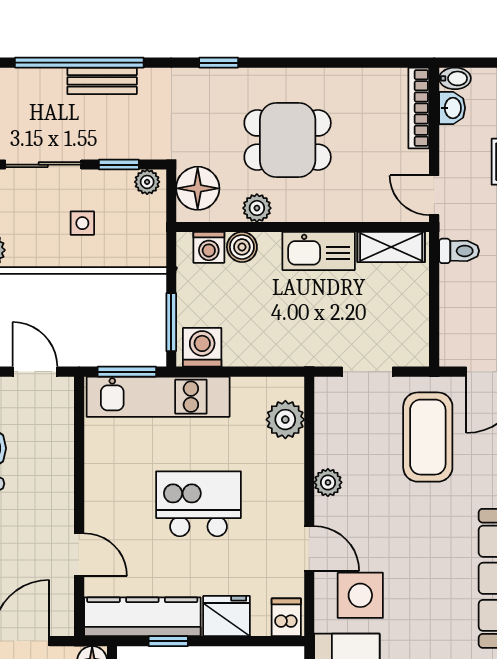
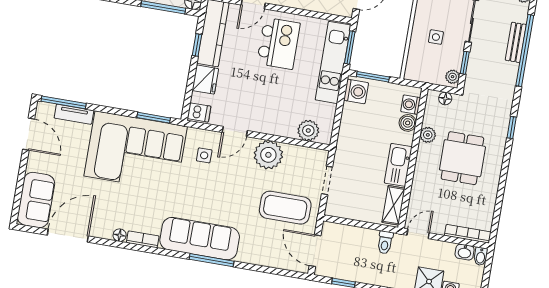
bench: (102, 81) -> (516, 42), moved
floor lamp: (198, 188) -> (445, 98), width x0.53, depth x0.53
plant: (328, 482) -> (268, 155), width x1.88, depth x1.88
kitchen island: (199, 504) -> (278, 43), moved
side table: (360, 595) -> (204, 155), width x0.54, depth x0.54

